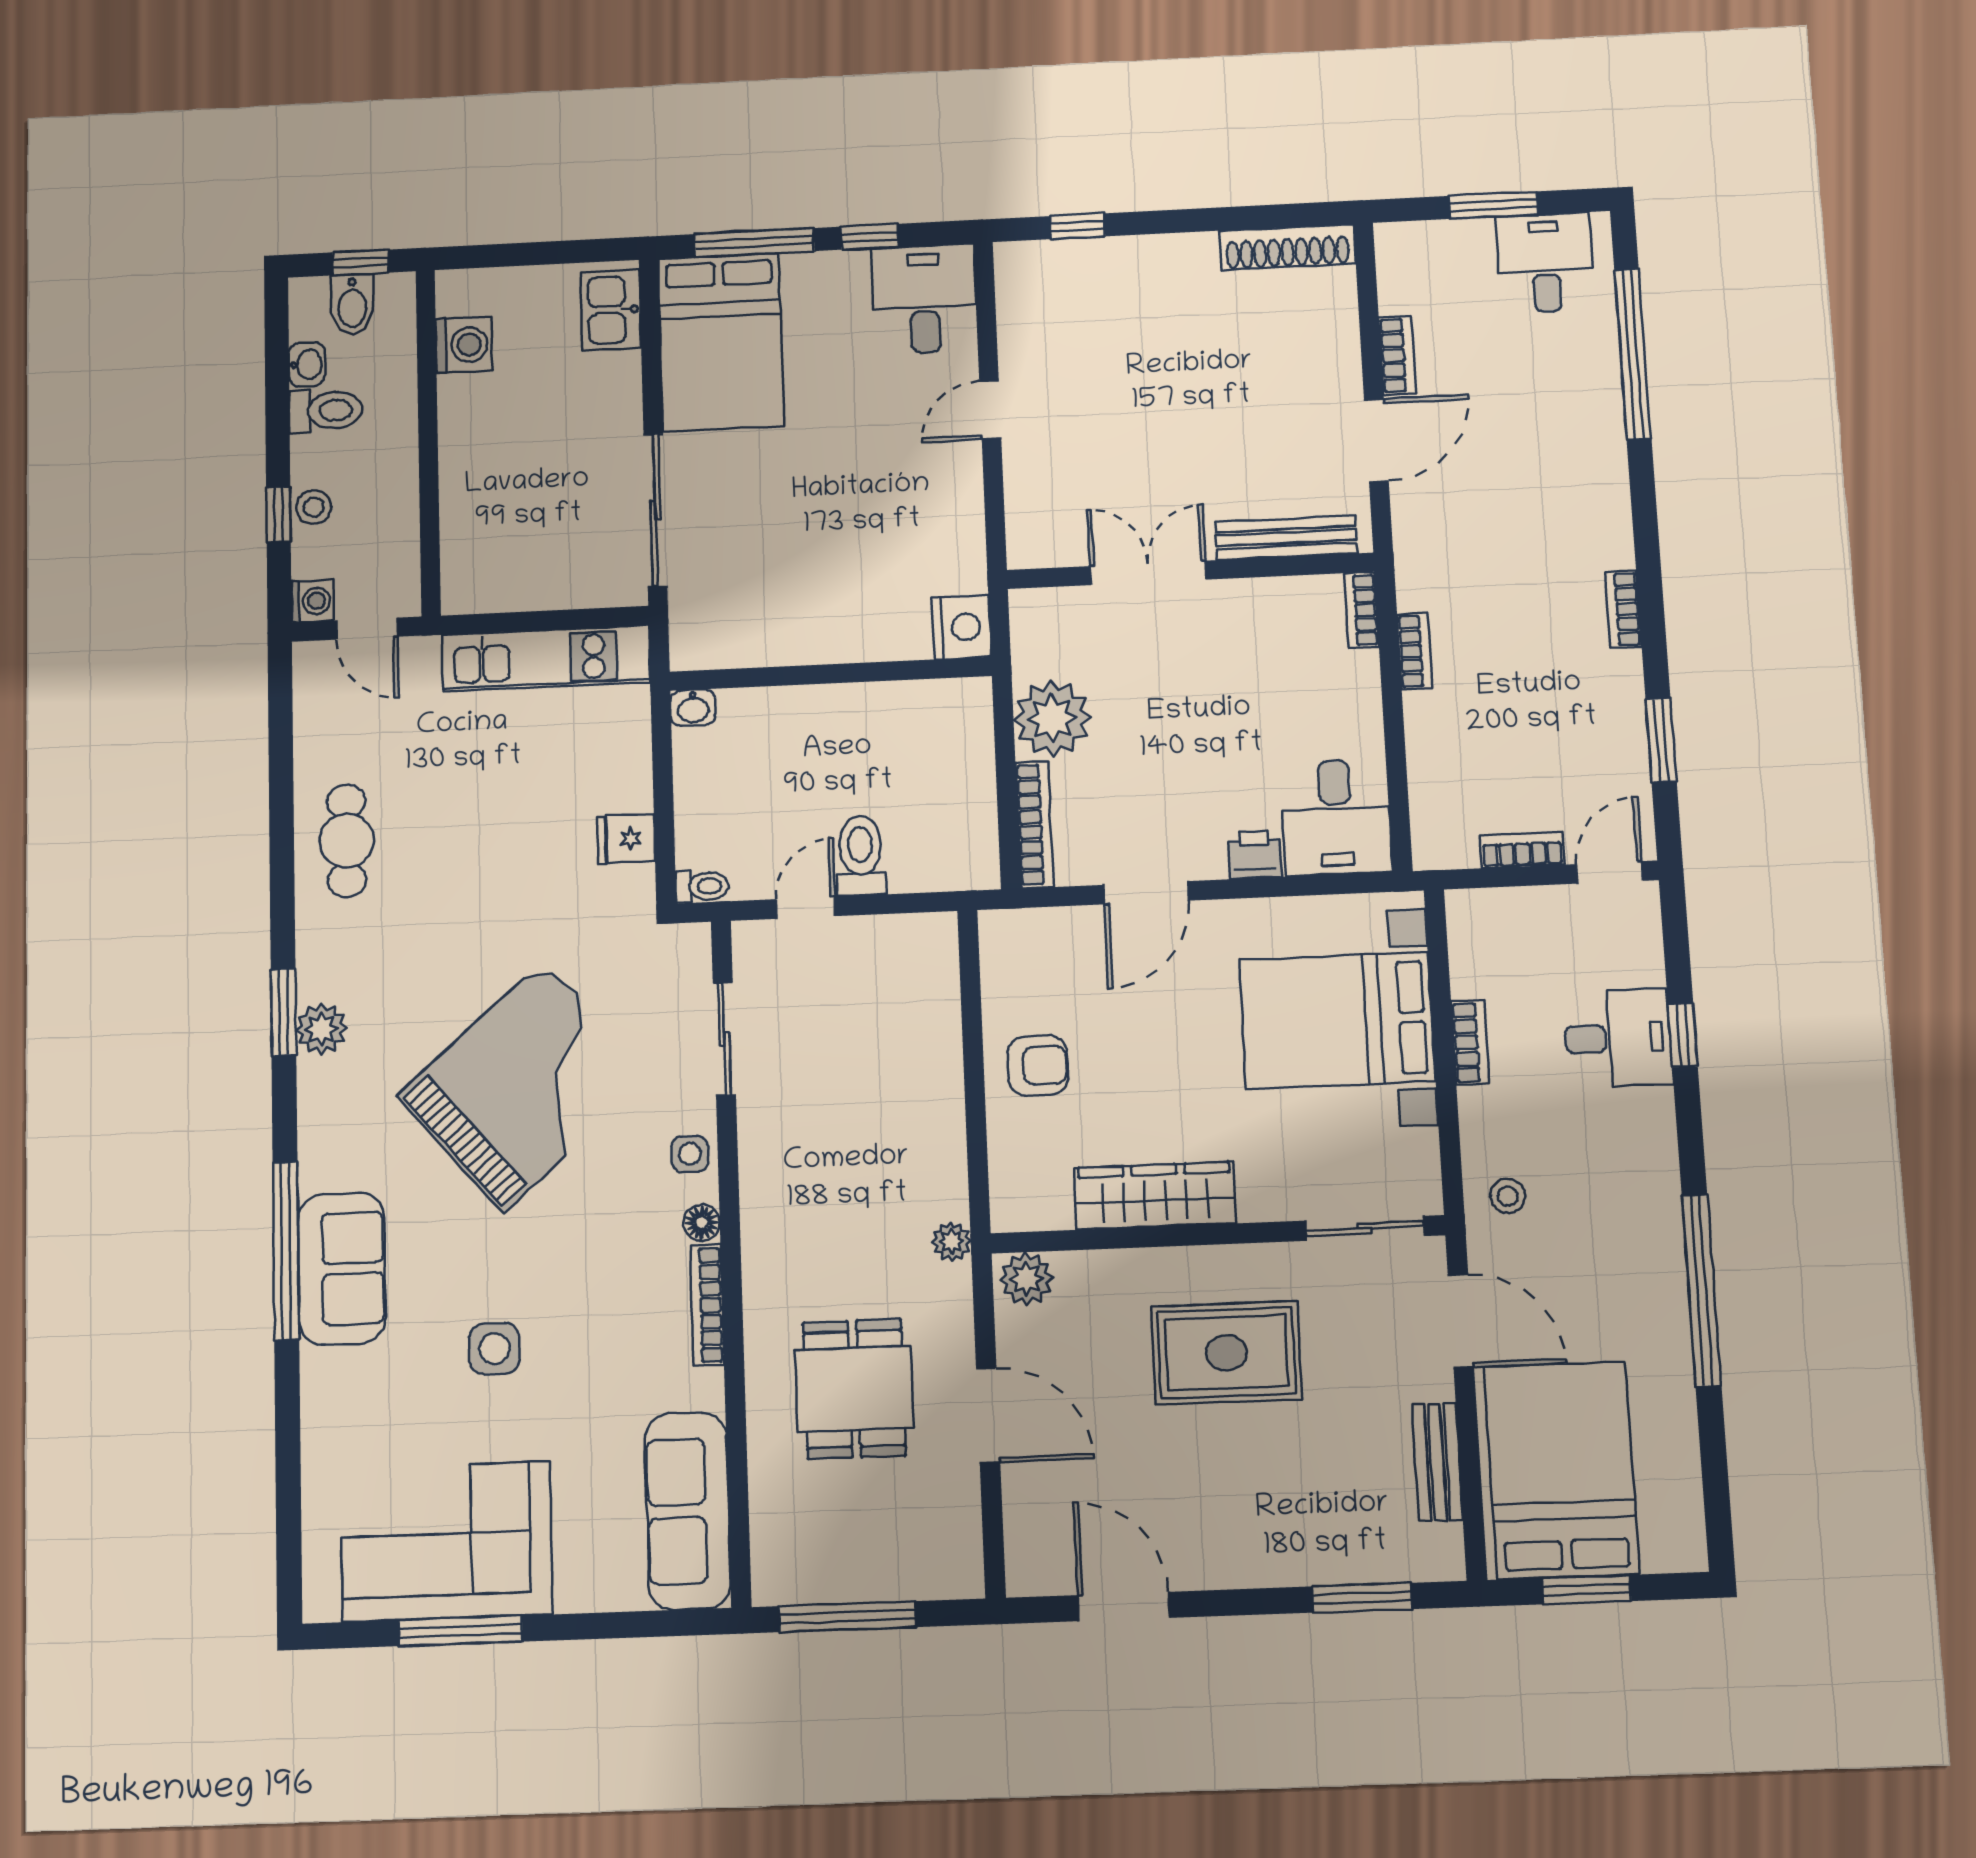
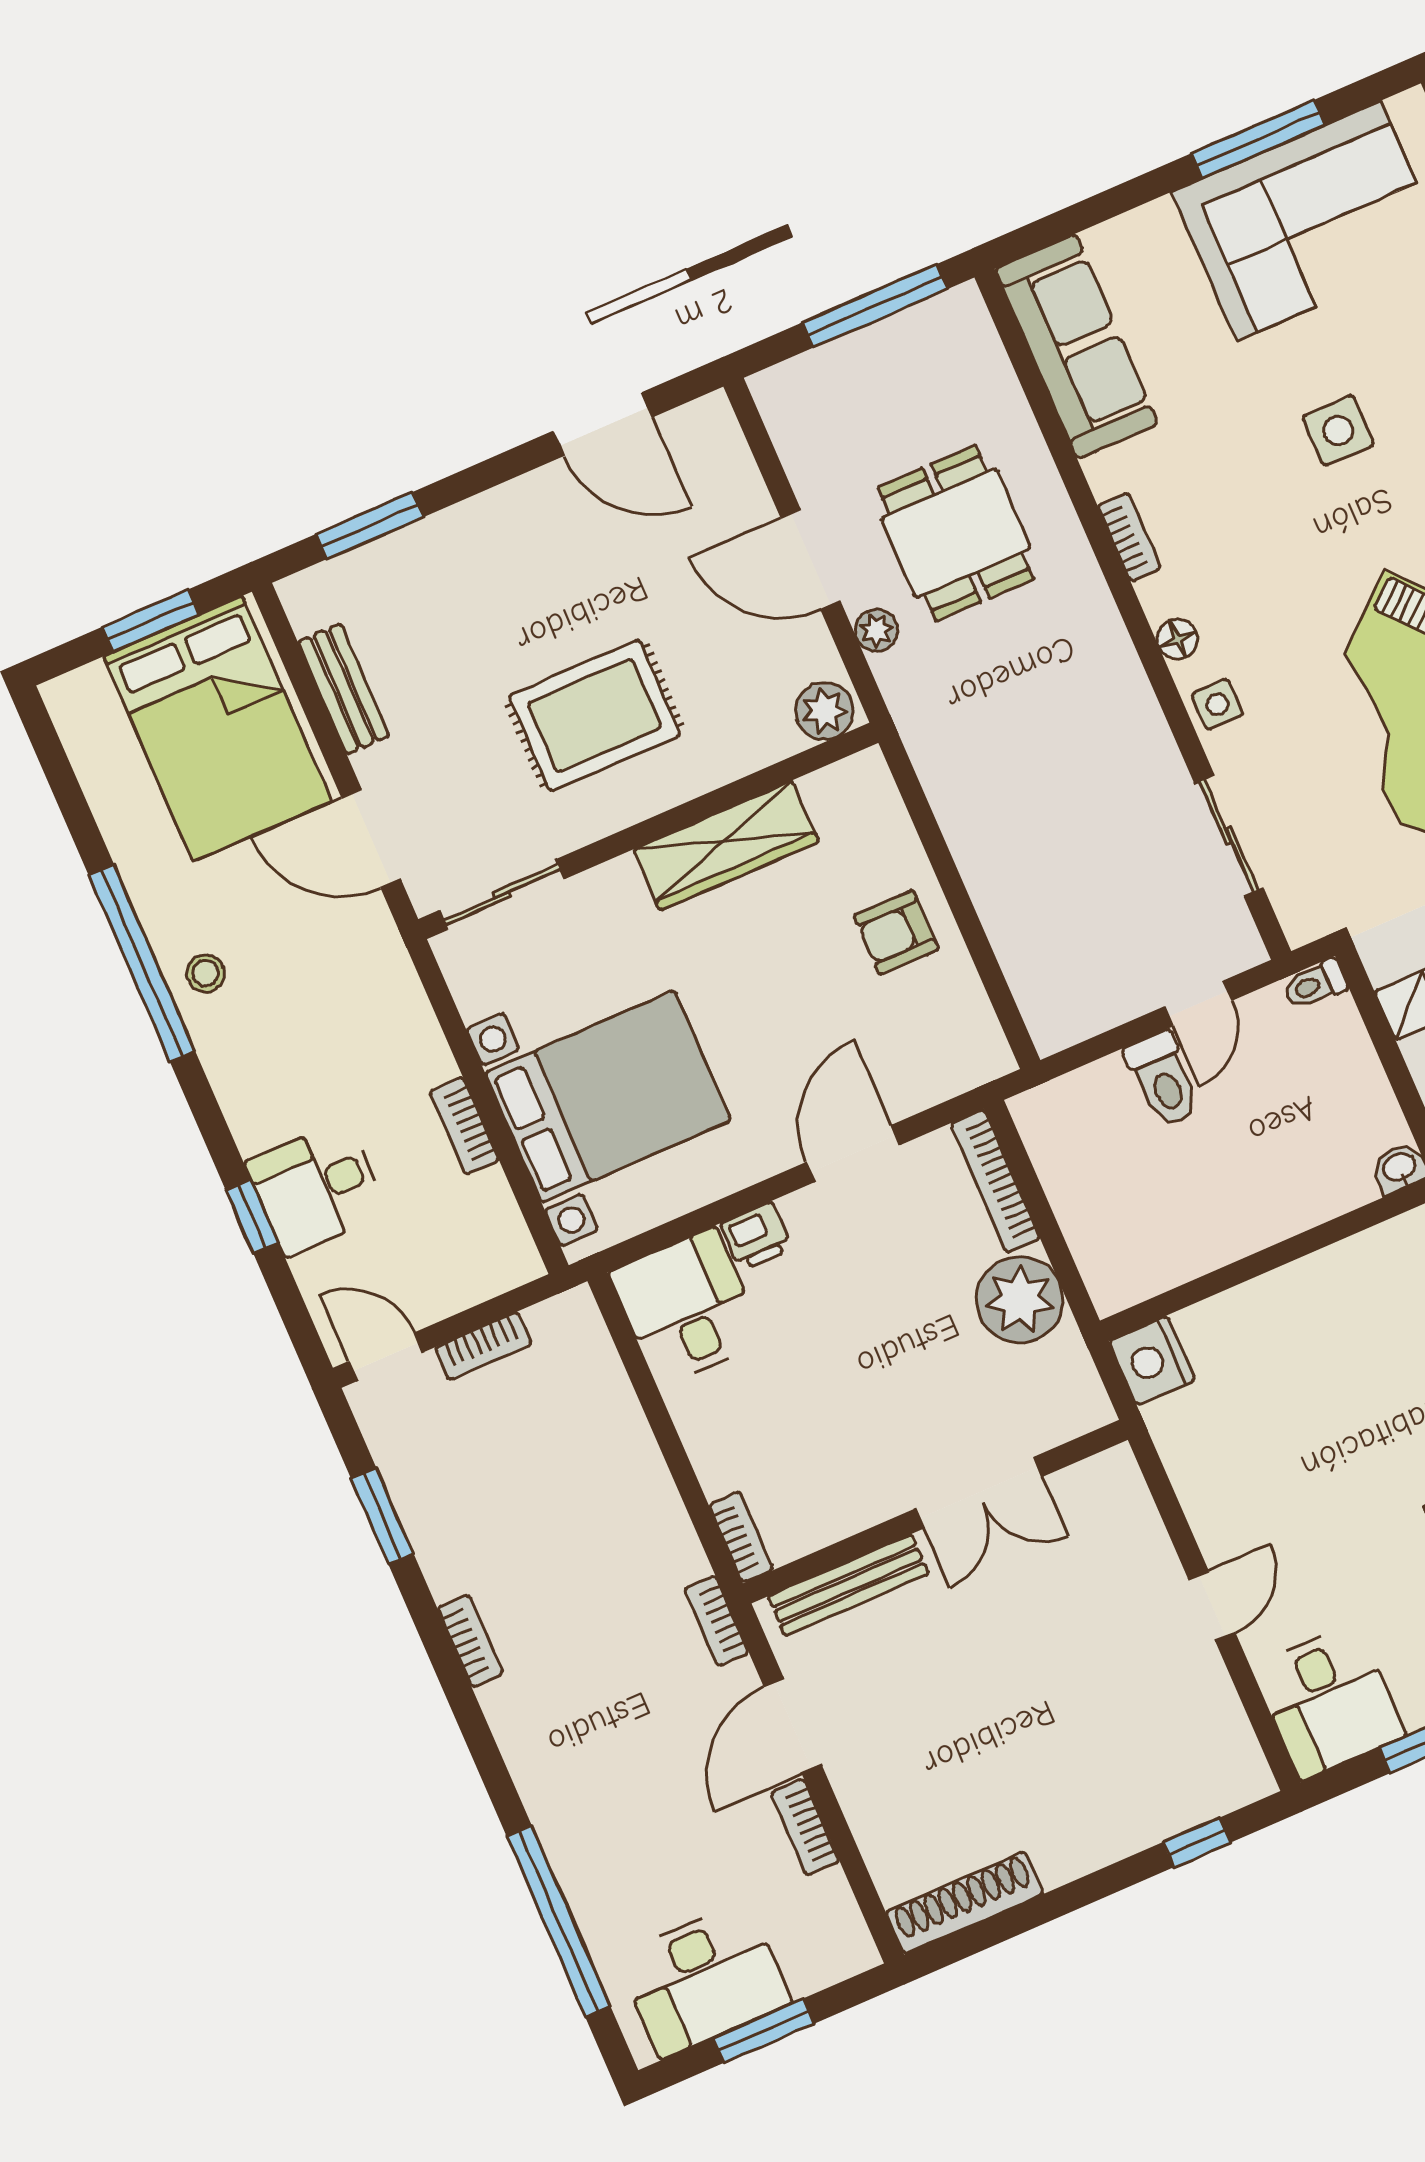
desk: (1545, 263) -> (704, 1979), width x1.37
bookcase: (1415, 651) -> (717, 1621), moved
door: (1610, 872) -> (386, 1357), swing flipped
stool: (1508, 1196) -> (205, 973), moved
plant: (951, 1242) -> (876, 630), moved
bookcase: (707, 1305) -> (1129, 537), width x0.64

